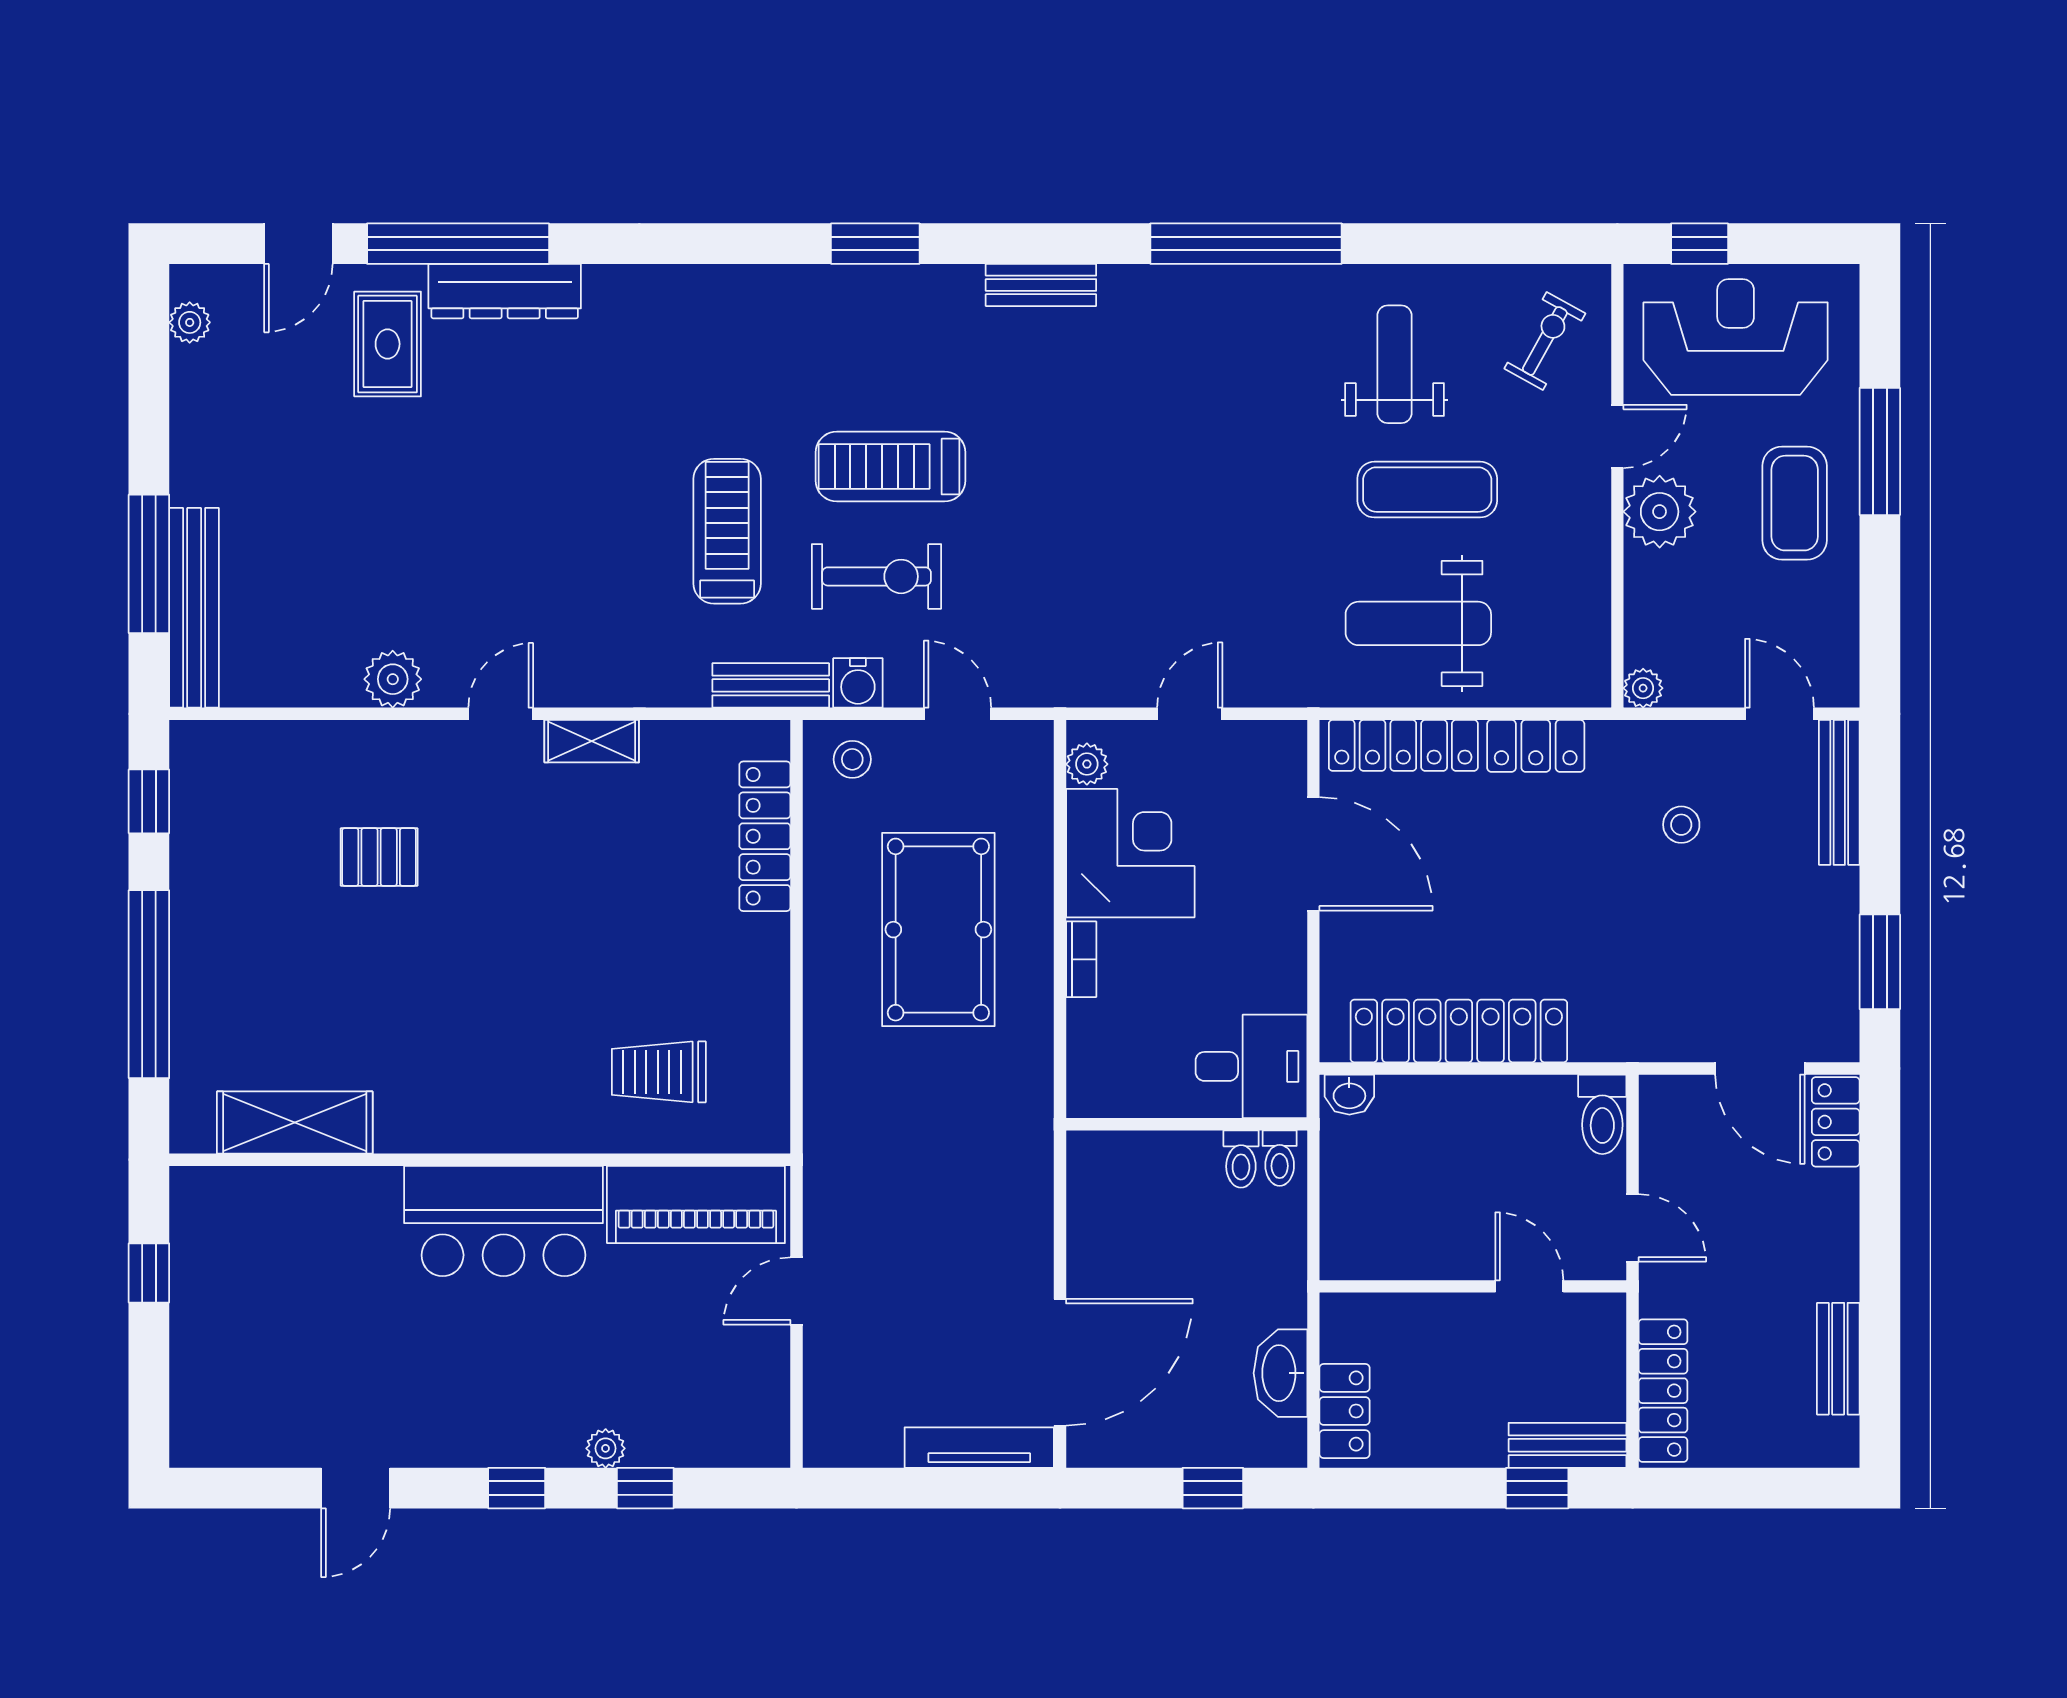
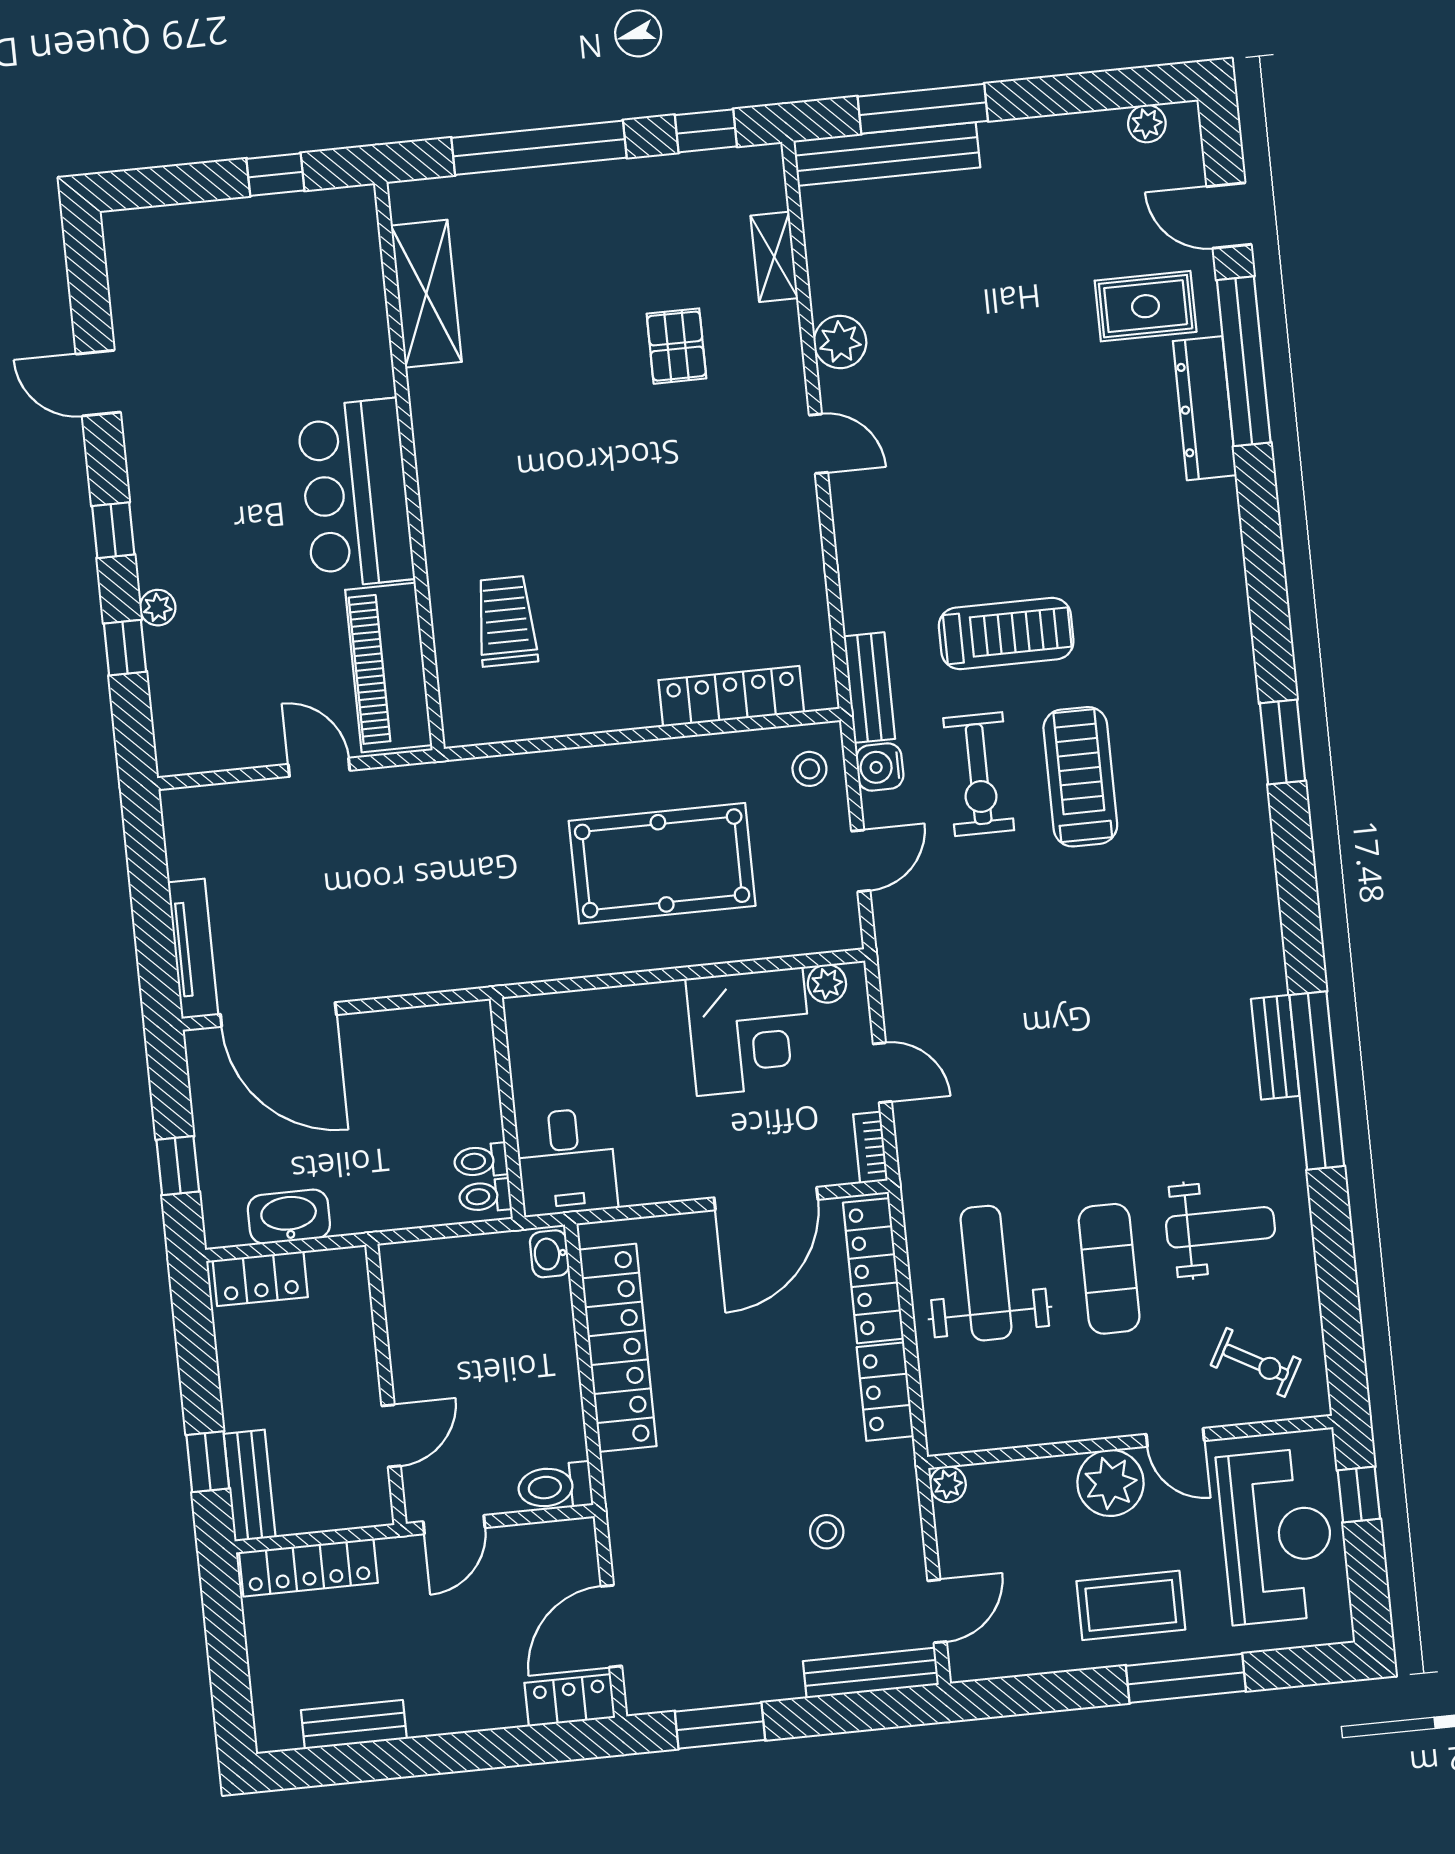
bench: (1041, 285) -> (1275, 1047), moved
shelving: (592, 741) -> (774, 257), moved
bookcase: (1081, 959) -> (870, 1147), moved, turned 90

